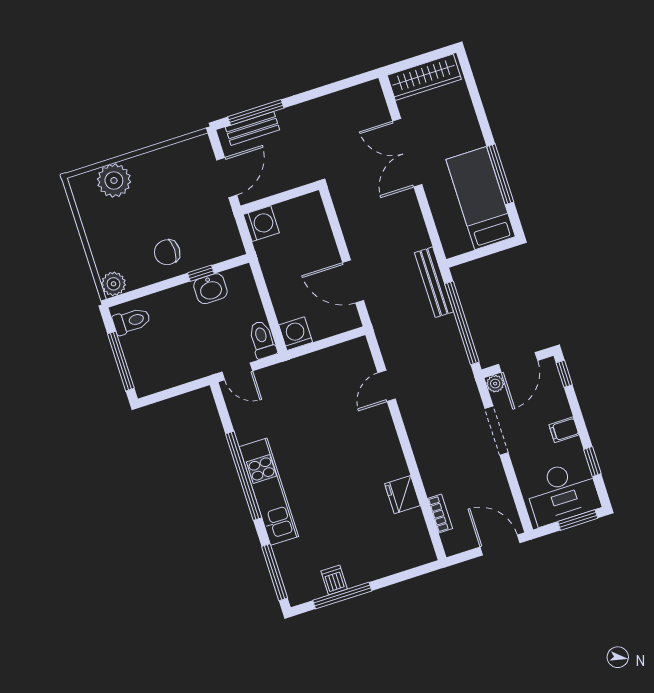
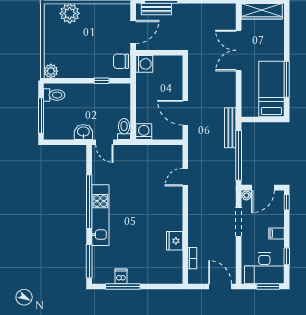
chair: (167, 252) -> (121, 61), moved
washbasin: (210, 289) -> (83, 132), moved, turned 180

